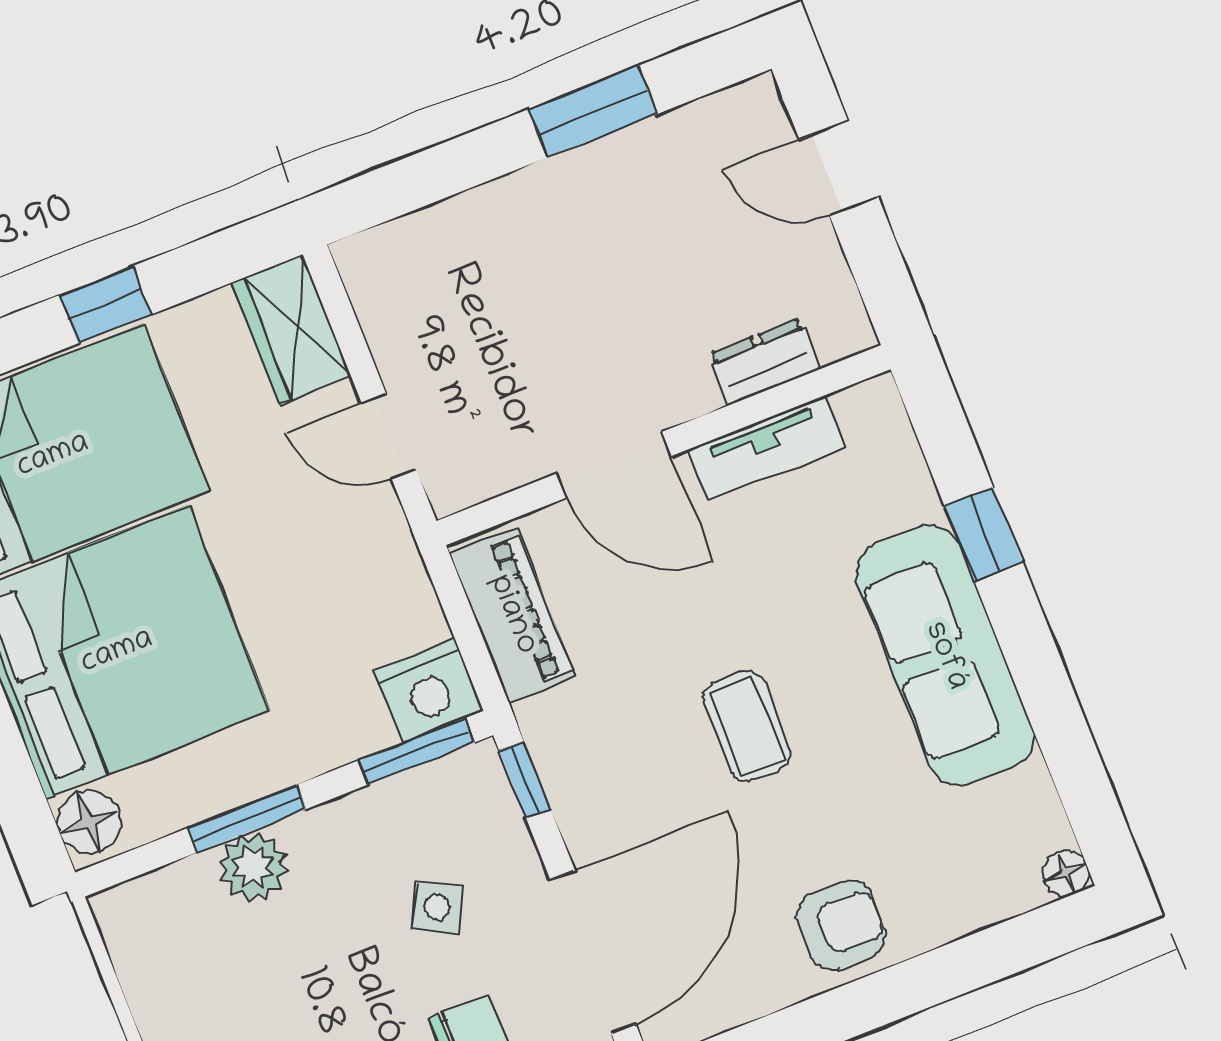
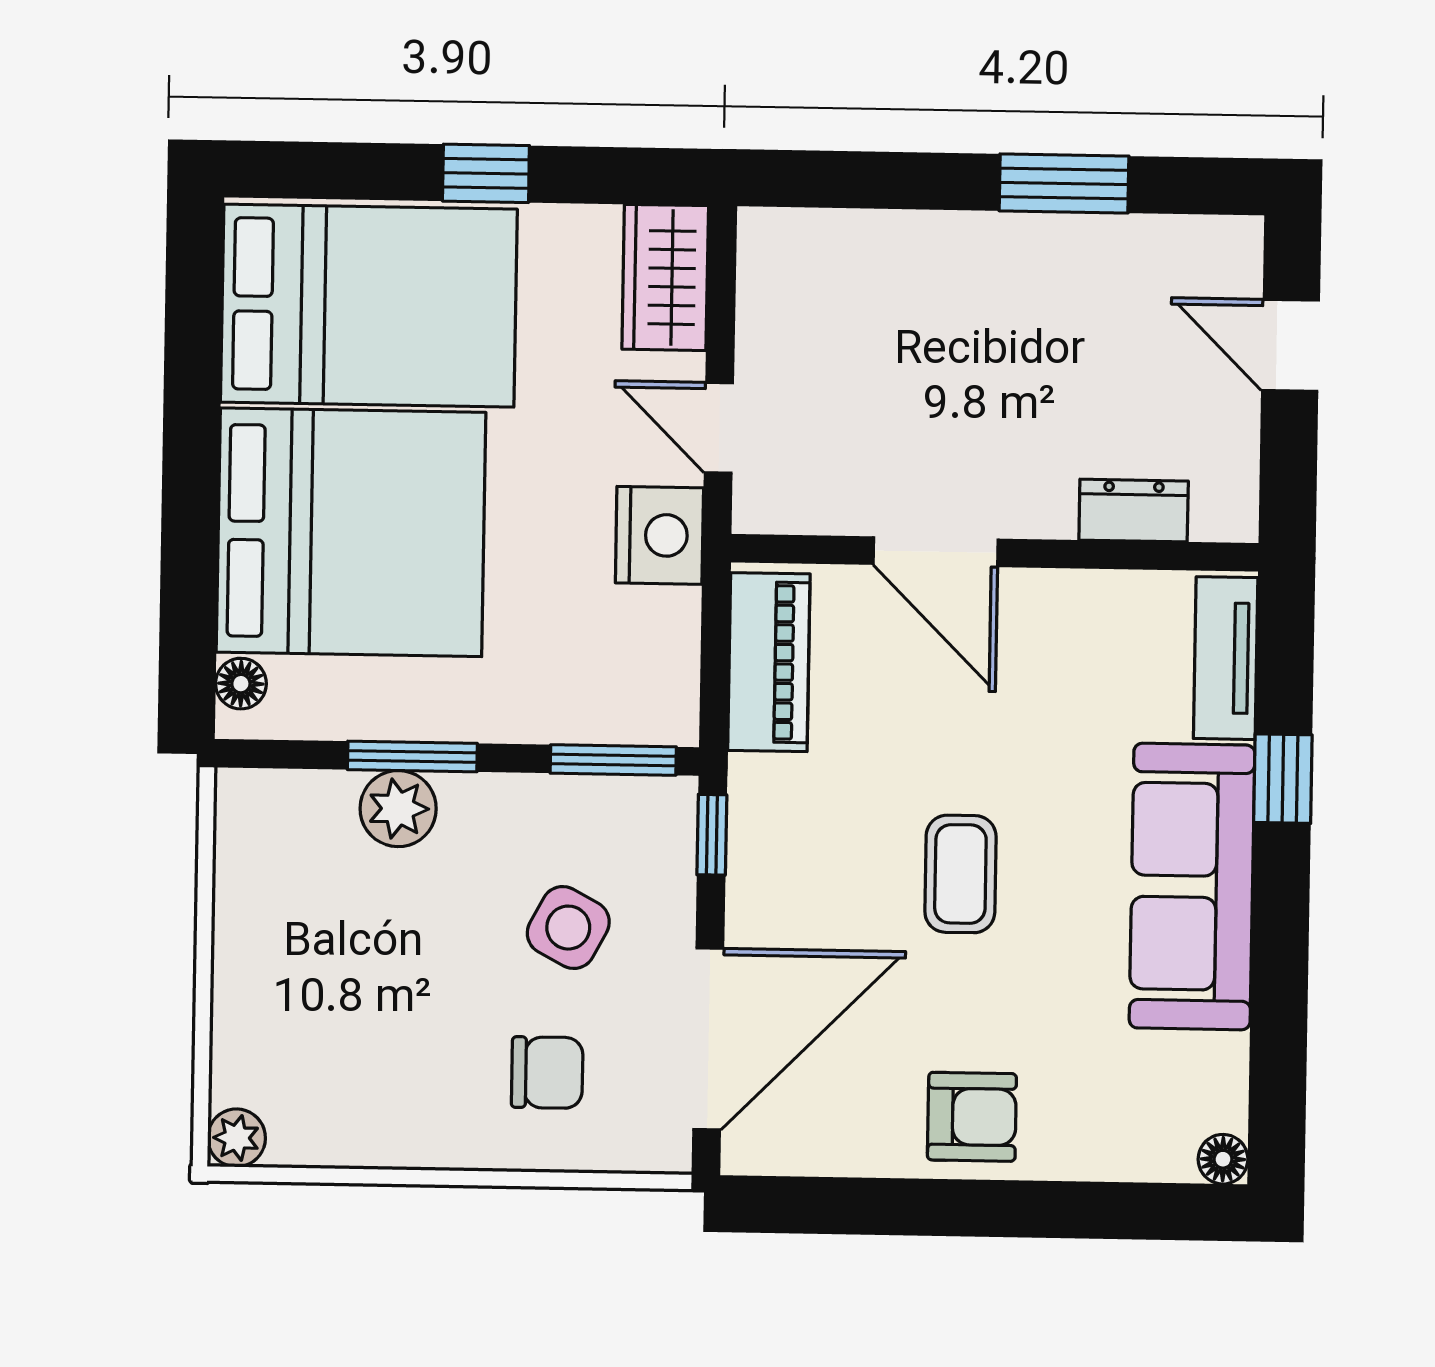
tv unit: (767, 448) -> (1226, 658), moved, turned 90
nightstand: (429, 690) -> (659, 535), moved, turned -90
floor lamp: (89, 822) -> (241, 684), width x0.73, depth x0.73
side table: (437, 907) -> (568, 928), width x1.37, depth x1.37

